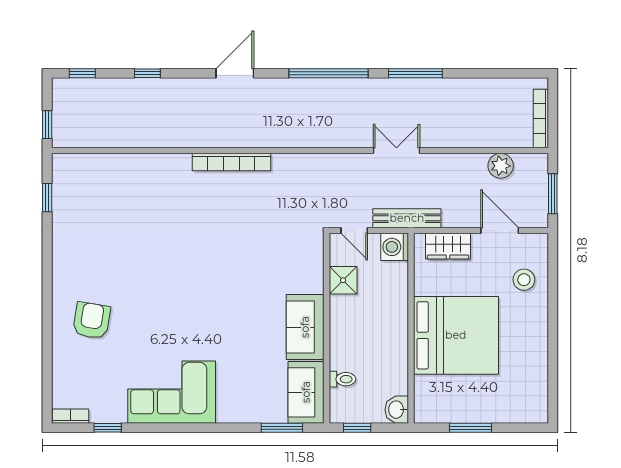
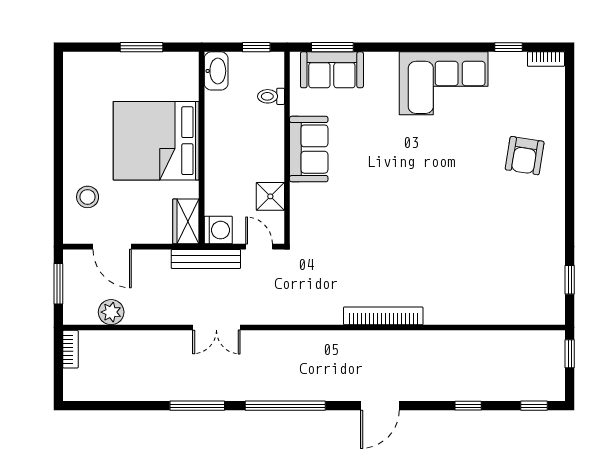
bookcase: (541, 119) -> (70, 349), width x0.64
wardrobe: (448, 246) -> (186, 221), moved, turned -90
sofa: (306, 392) -> (332, 70), moved, turned 90
washbasin: (397, 410) -> (216, 71), width x1.38

